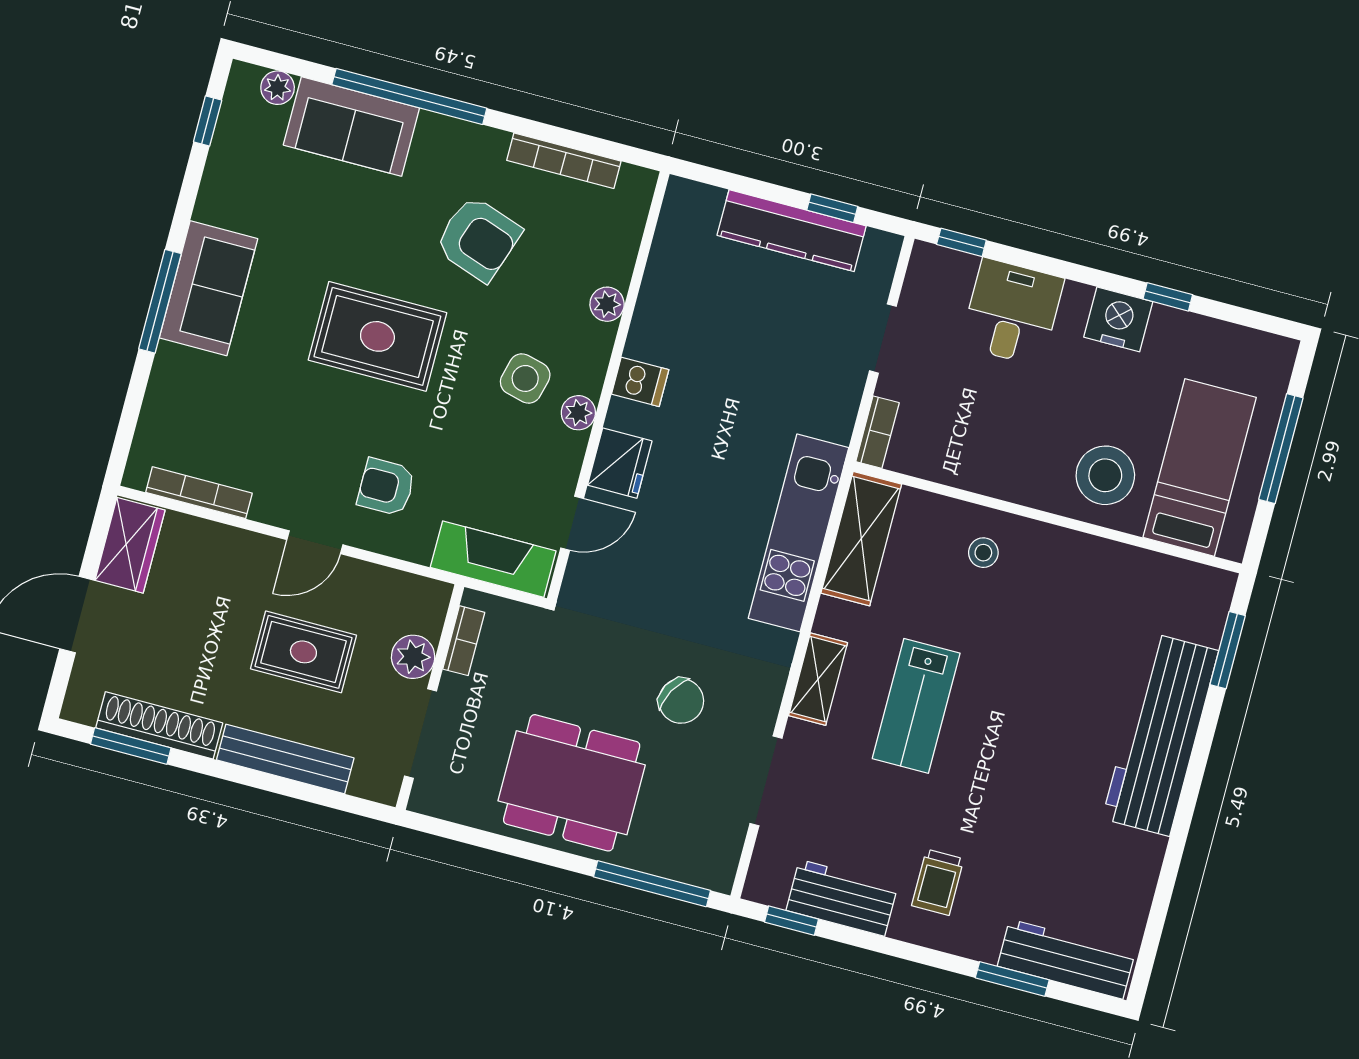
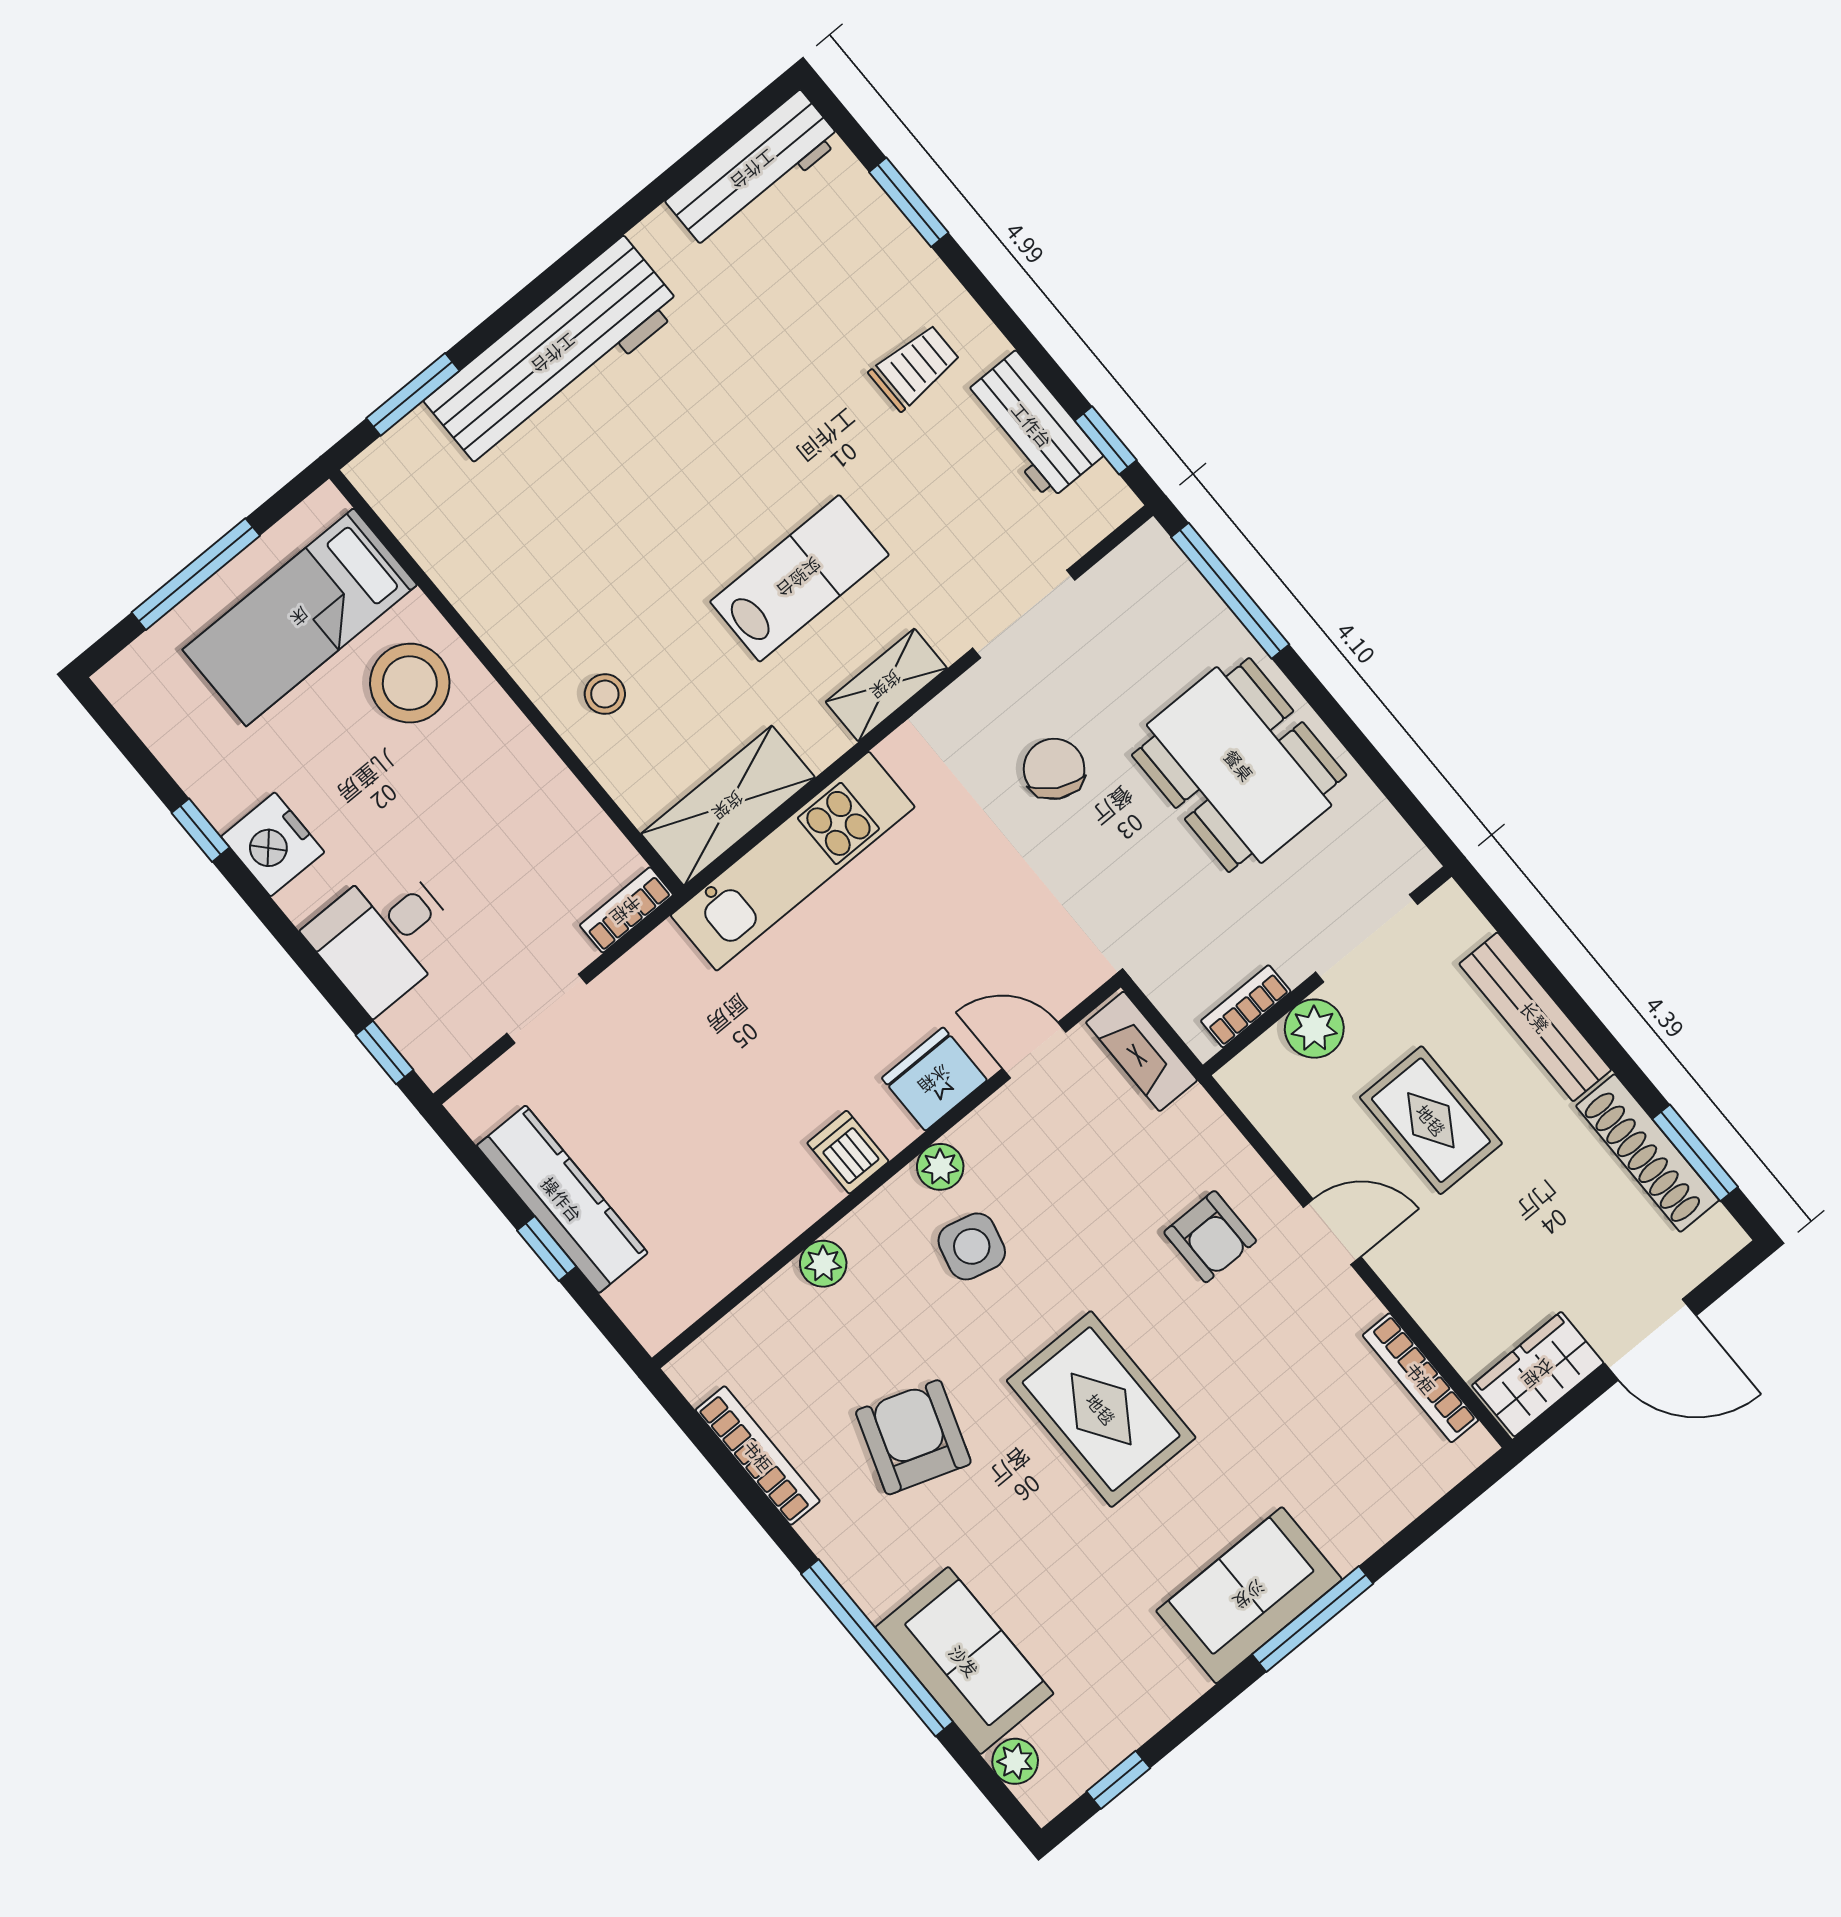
window: (832, 208) -> (547, 1249), moved
fireplace: (493, 559) -> (1142, 1051), width x0.73, depth x0.76
workbench: (1066, 959) -> (753, 170), moved, turned -90

